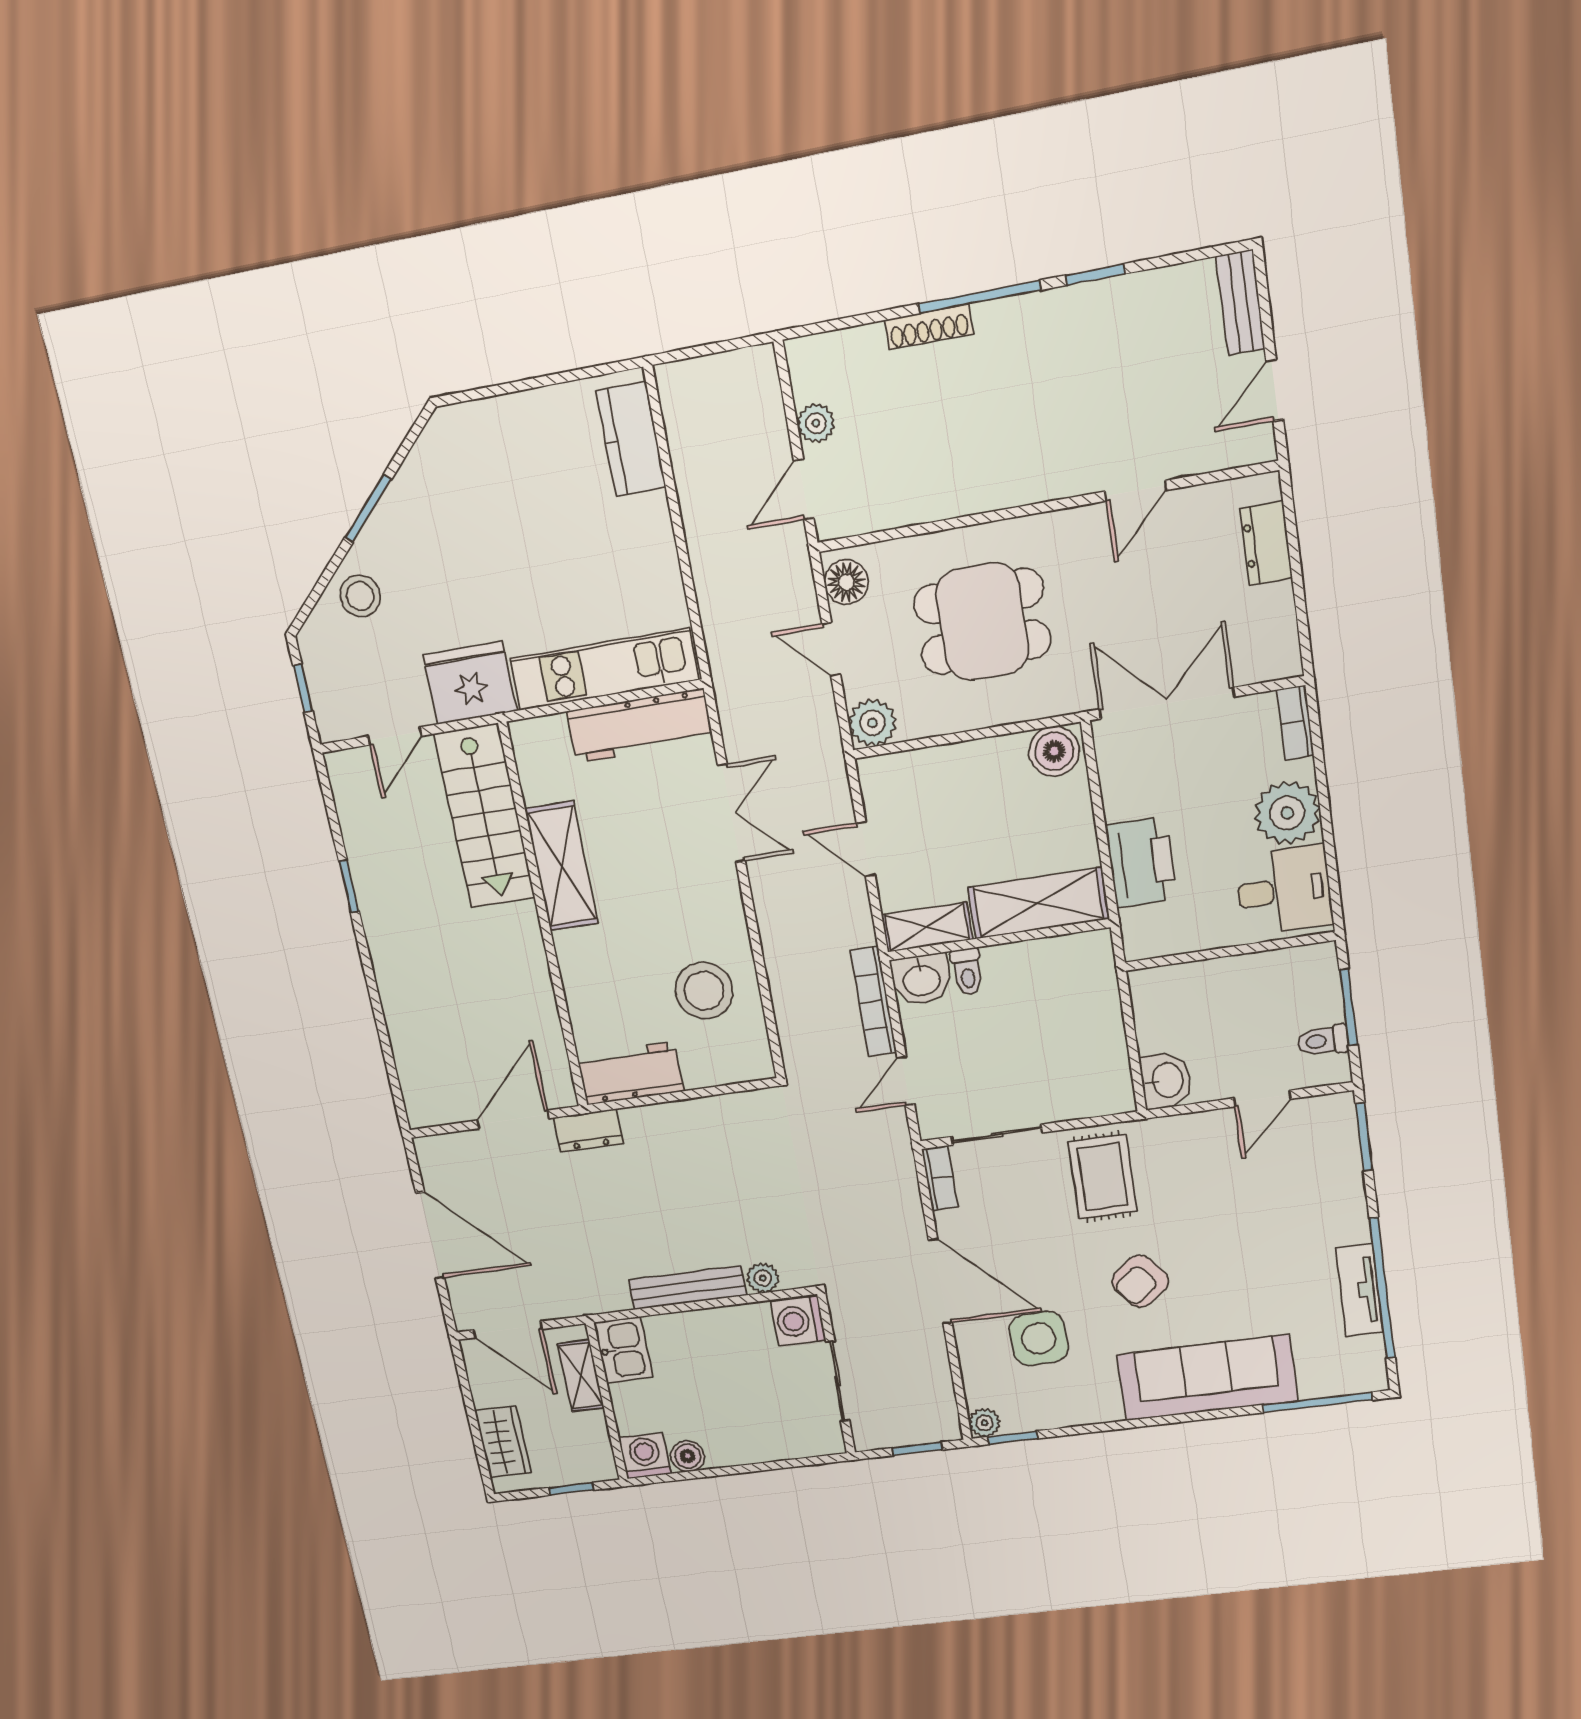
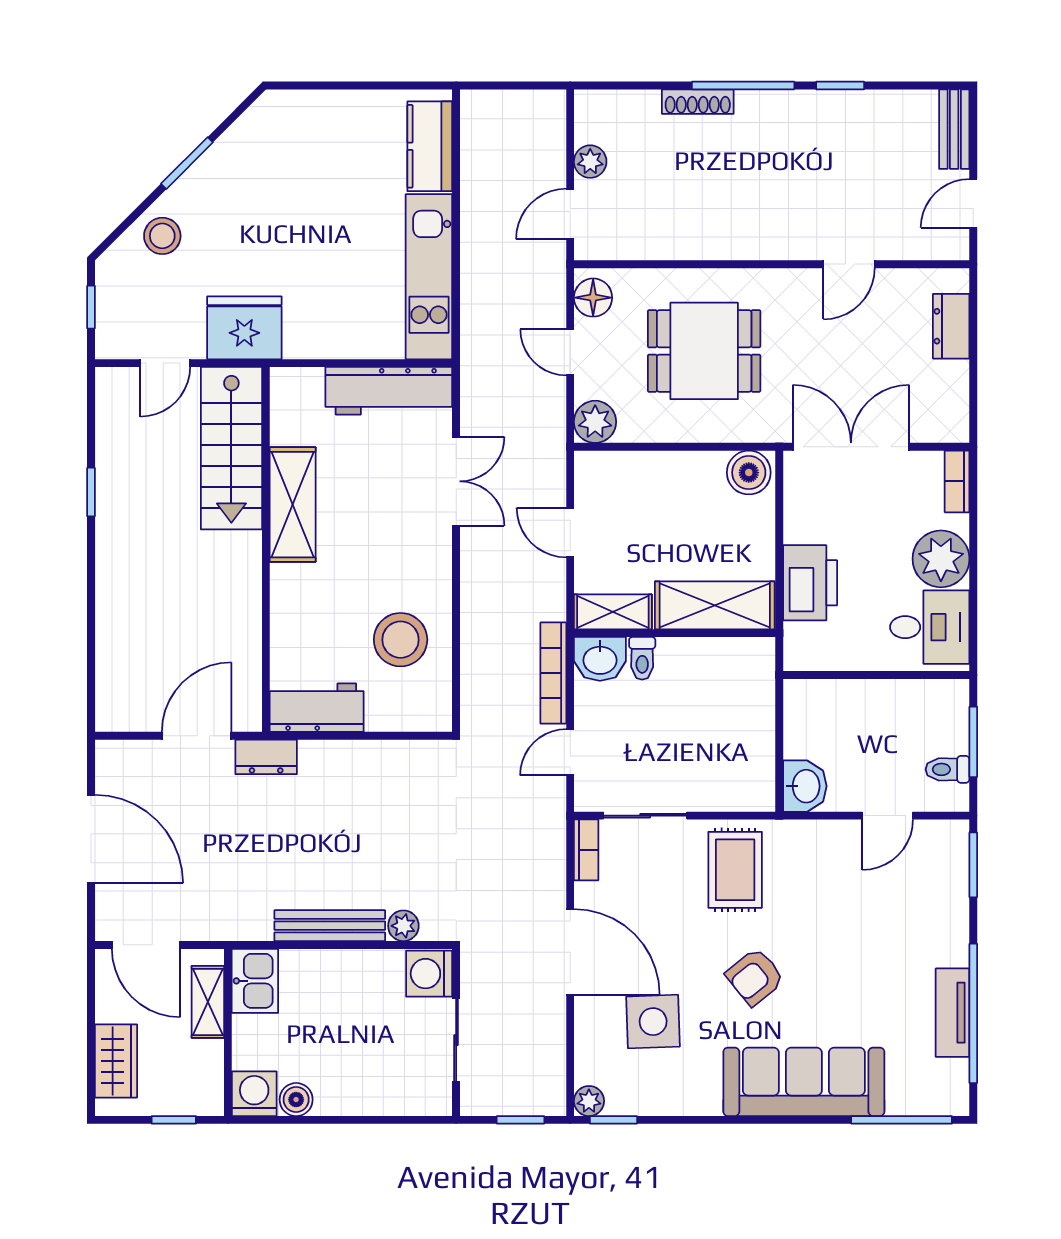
kitchen unit: (604, 669) -> (429, 277), moved, turned -90

